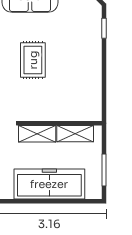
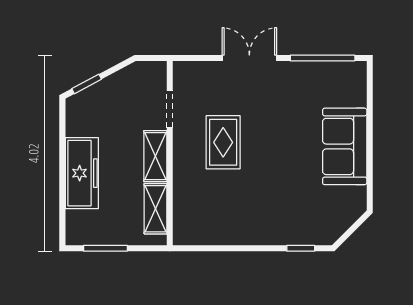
rug: (33, 60) -> (223, 142), moved, turned 90
freezer: (49, 184) -> (82, 173), width x0.73, depth x0.79

